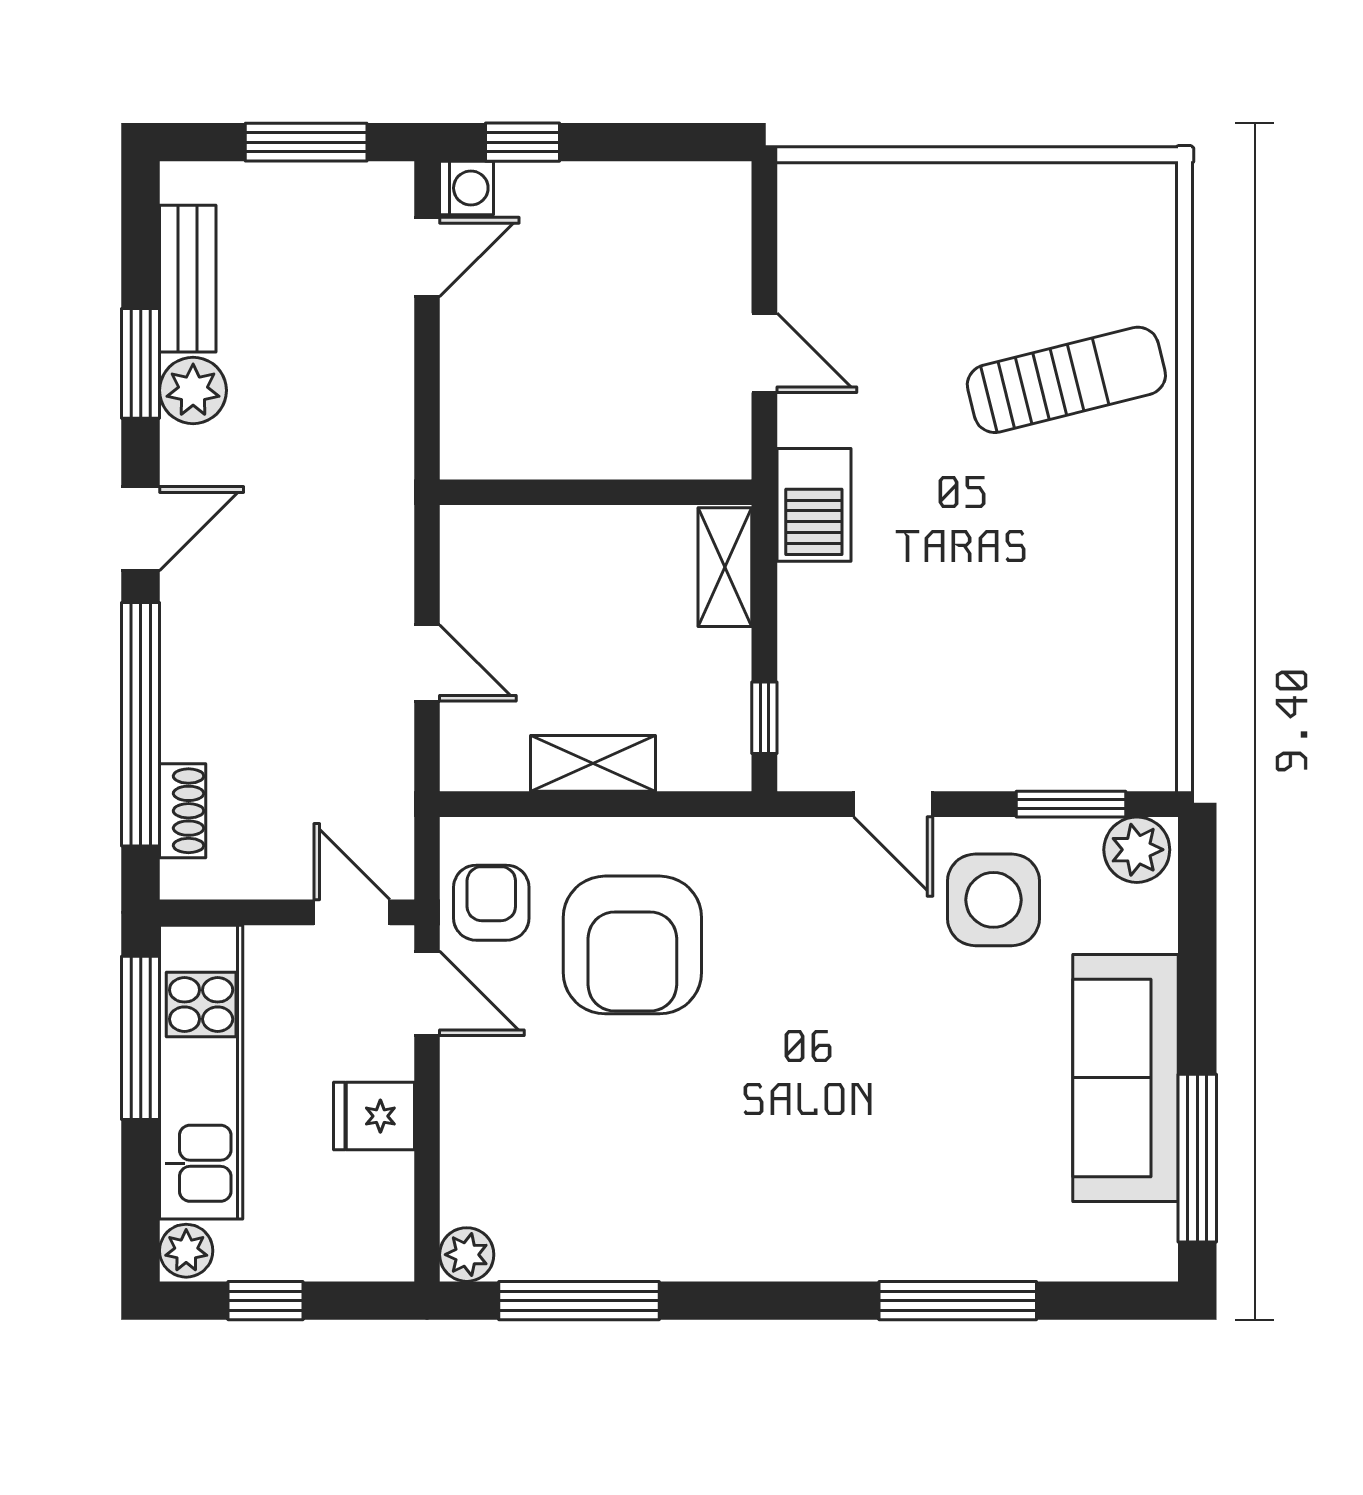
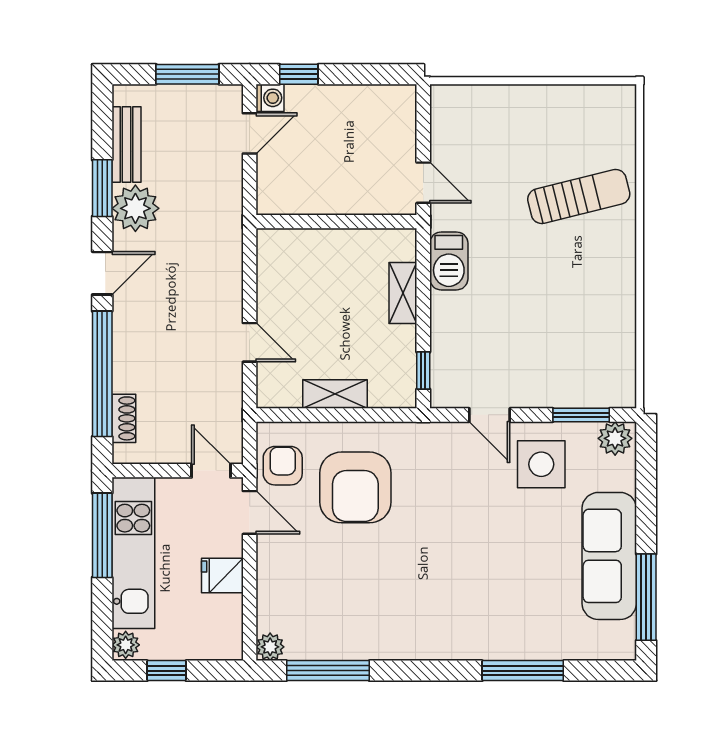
plant: (193, 390) -> (135, 208), width x1.36, depth x1.36
wall: (596, 492) -> (336, 222), moved

